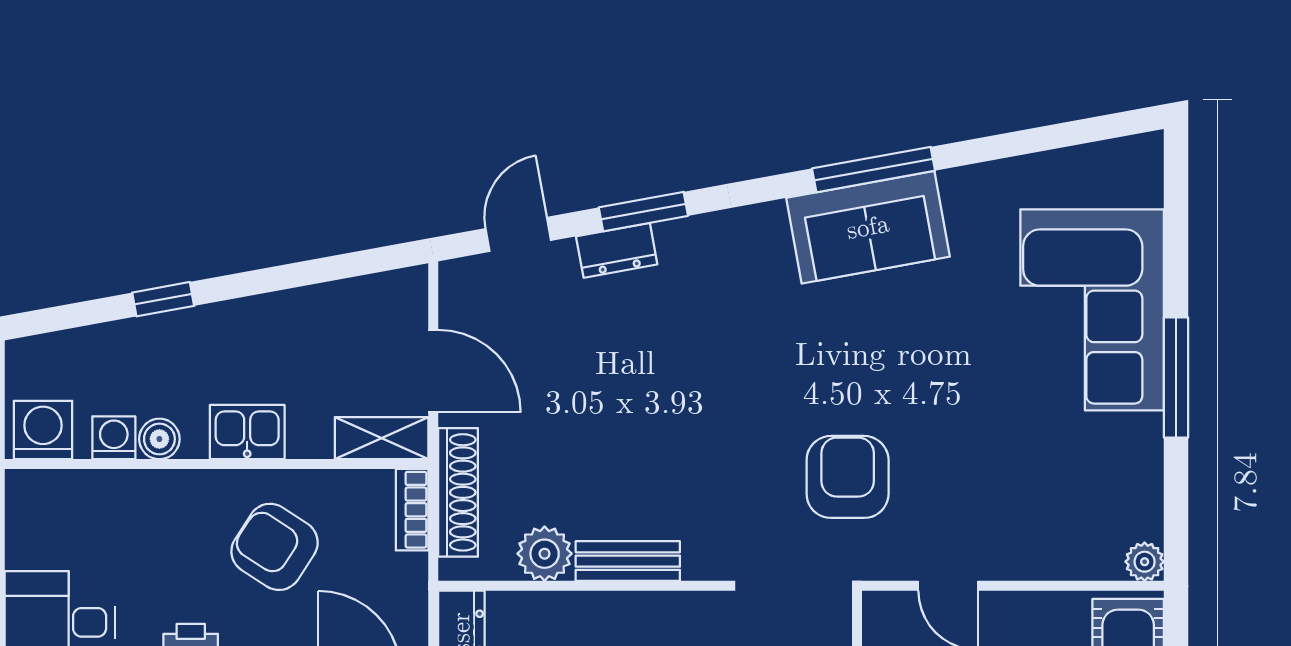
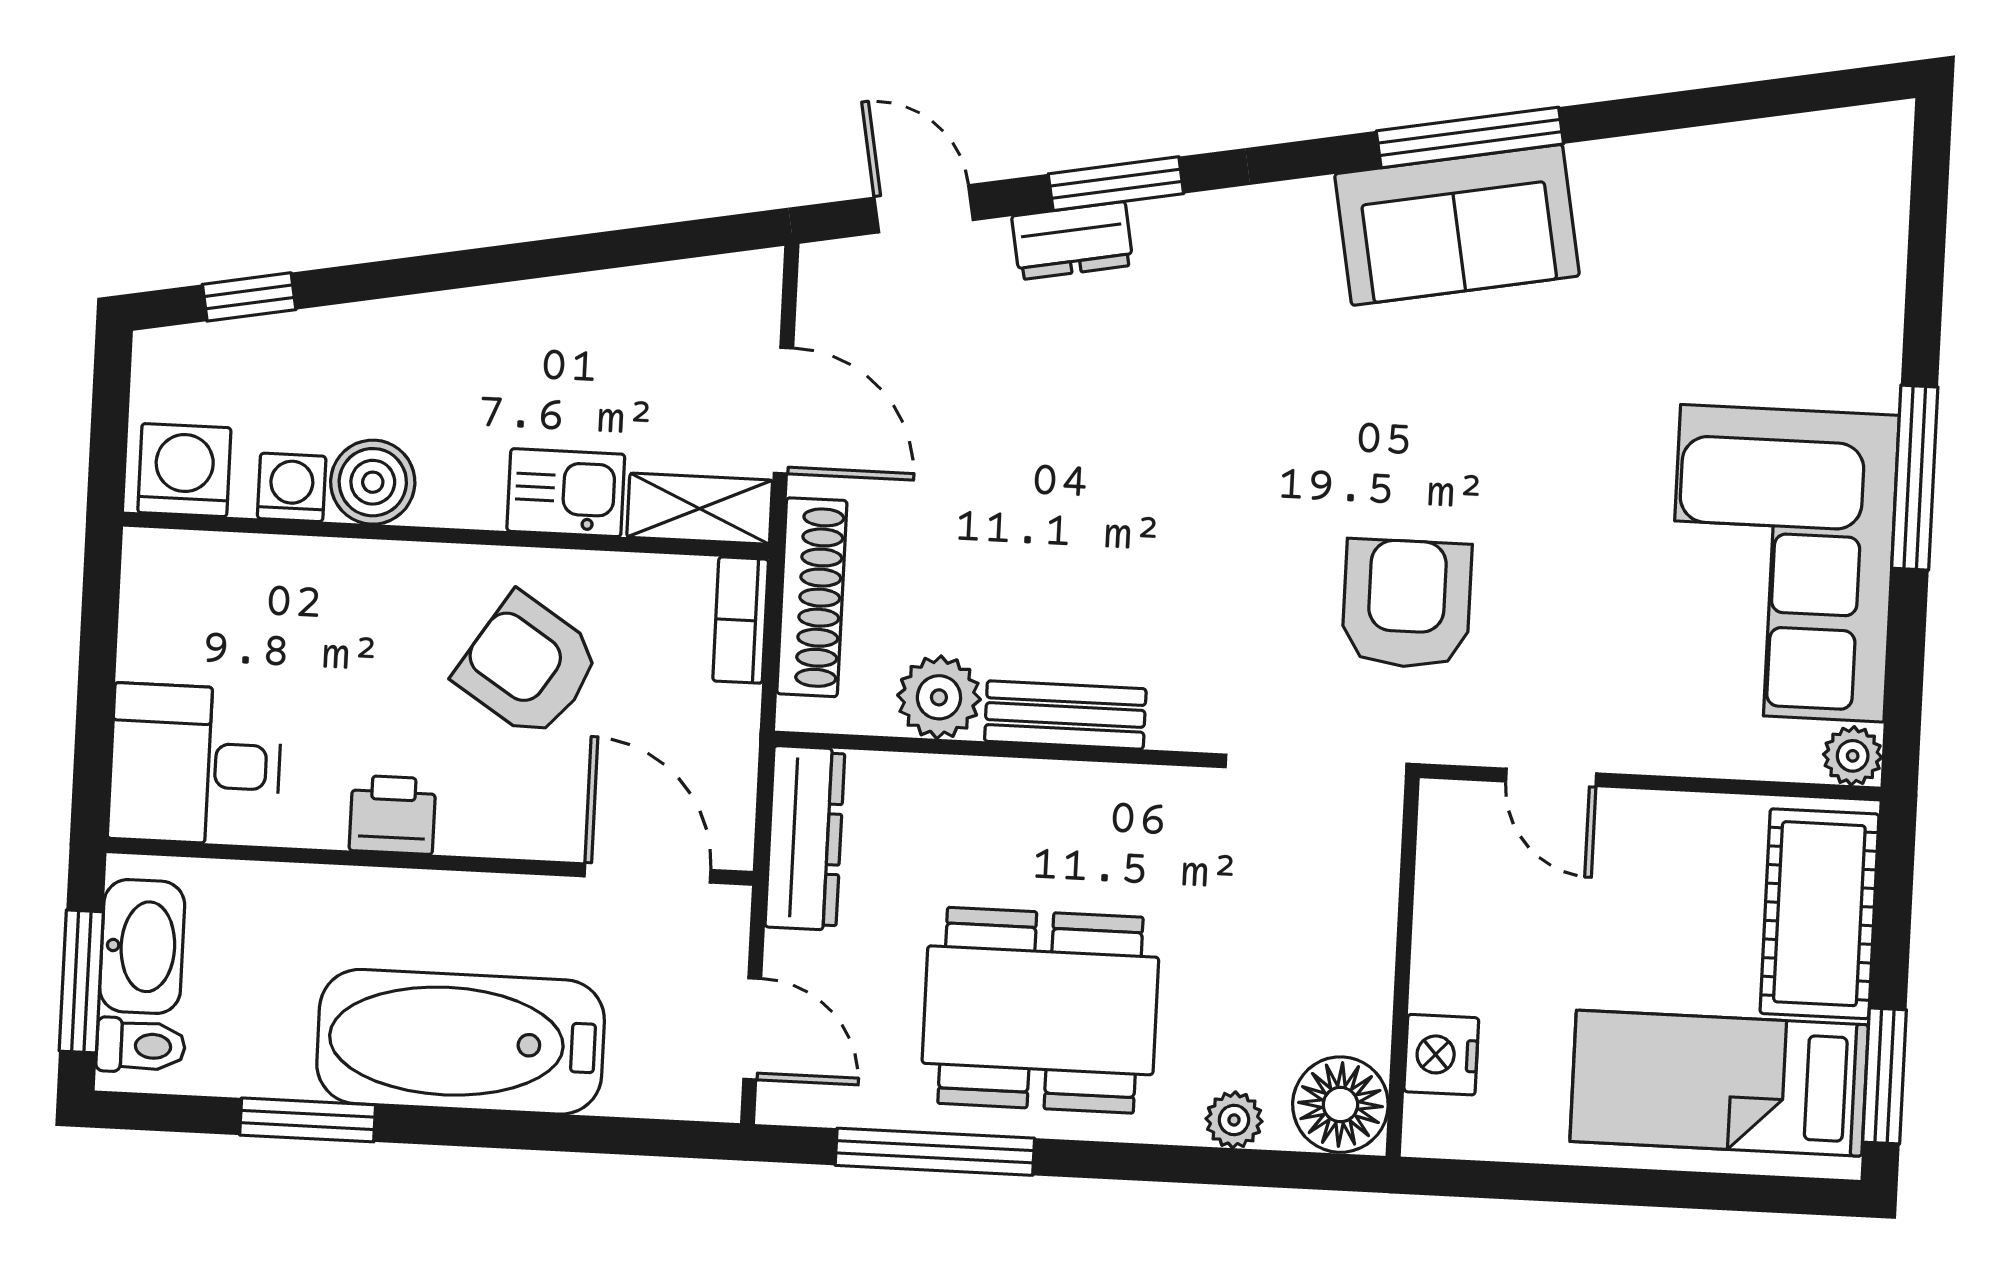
door: (518, 234) -> (924, 209), hinge flipped
window: (163, 299) -> (249, 297), moved
corner sofa: (1092, 310) -> (1782, 563), moved
kitchen sink: (247, 432) -> (566, 493), moved
boiler: (159, 439) -> (373, 482), width x1.36, depth x1.36

